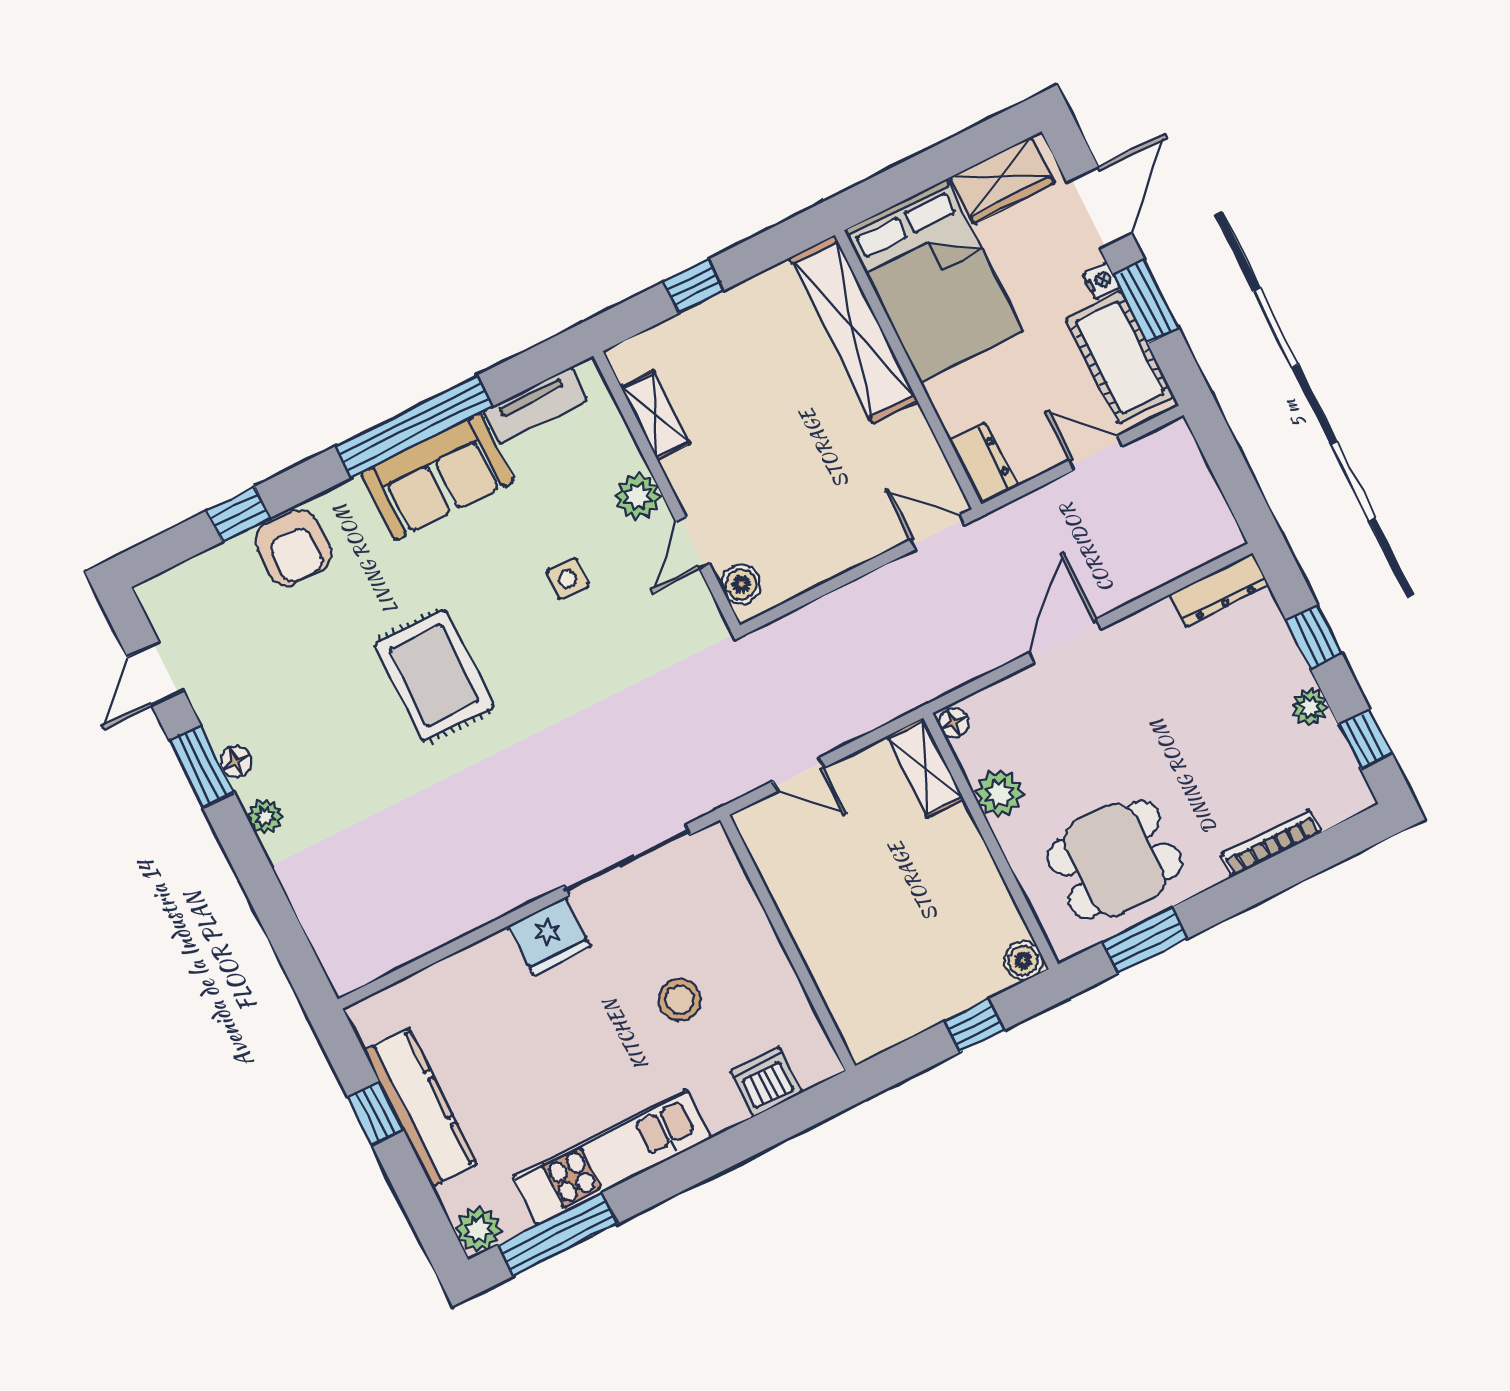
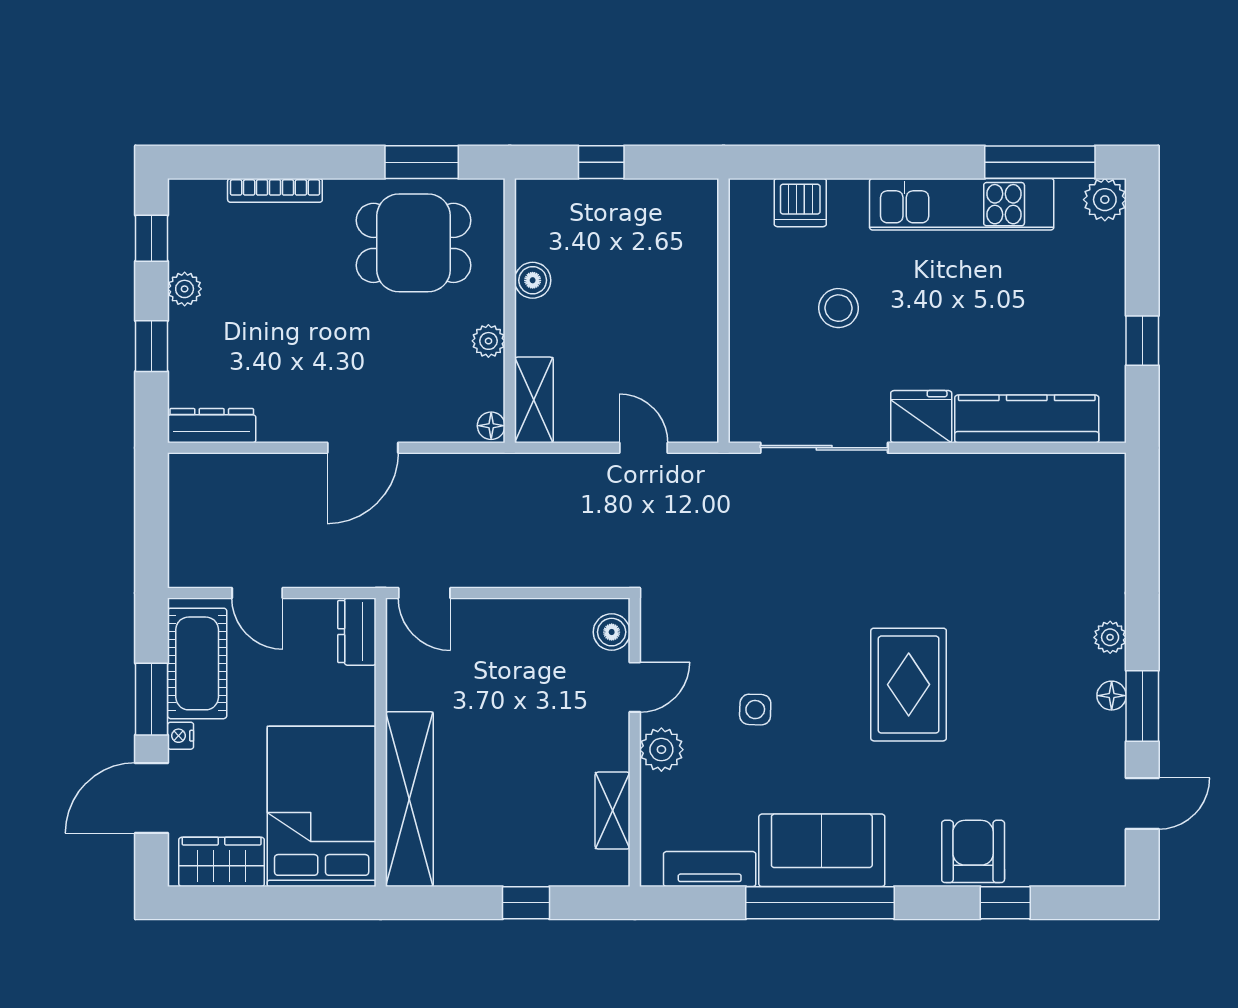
plant: (999, 793) -> (488, 341), width x0.73, depth x0.73
boiler: (1023, 960) -> (533, 280), moved
kitchen counter: (420, 1107) -> (1027, 419), moved, turned 90

